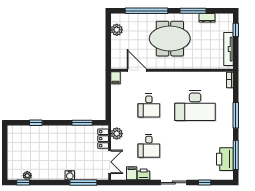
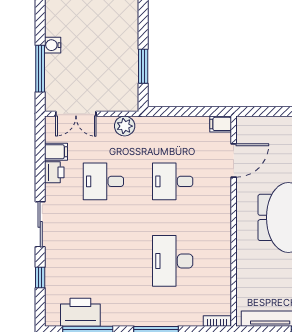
desk: (195, 106) -> (173, 261), width x0.73, depth x0.77
locker: (103, 139) -> (116, 103), removed

